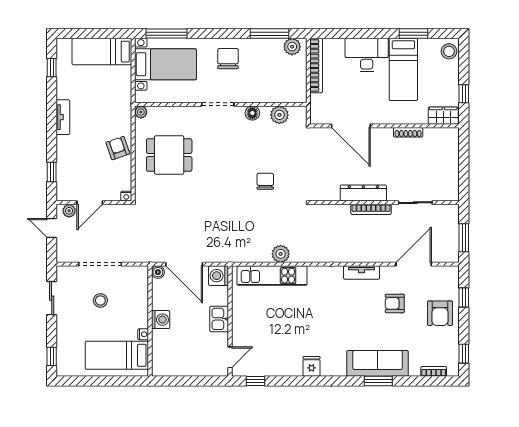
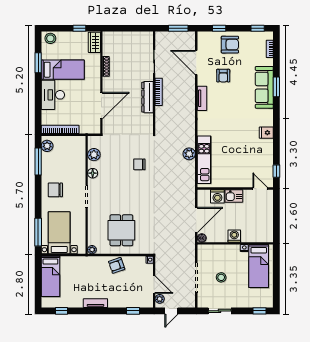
washing machine: (219, 276) -> (217, 196), moved

